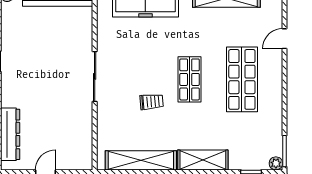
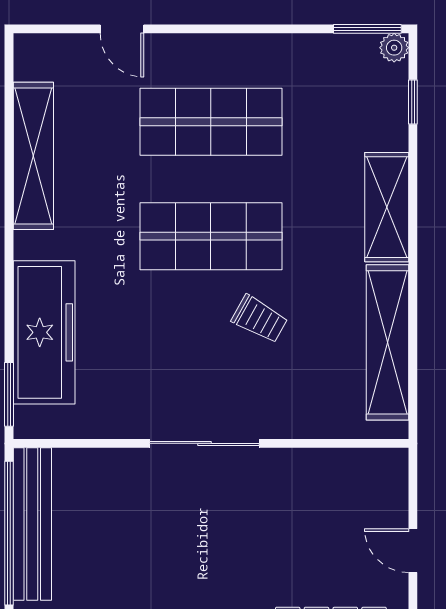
shop shelf: (190, 79) -> (211, 236), width x1.43, depth x1.36
trolley: (152, 102) -> (260, 319), turned 124

